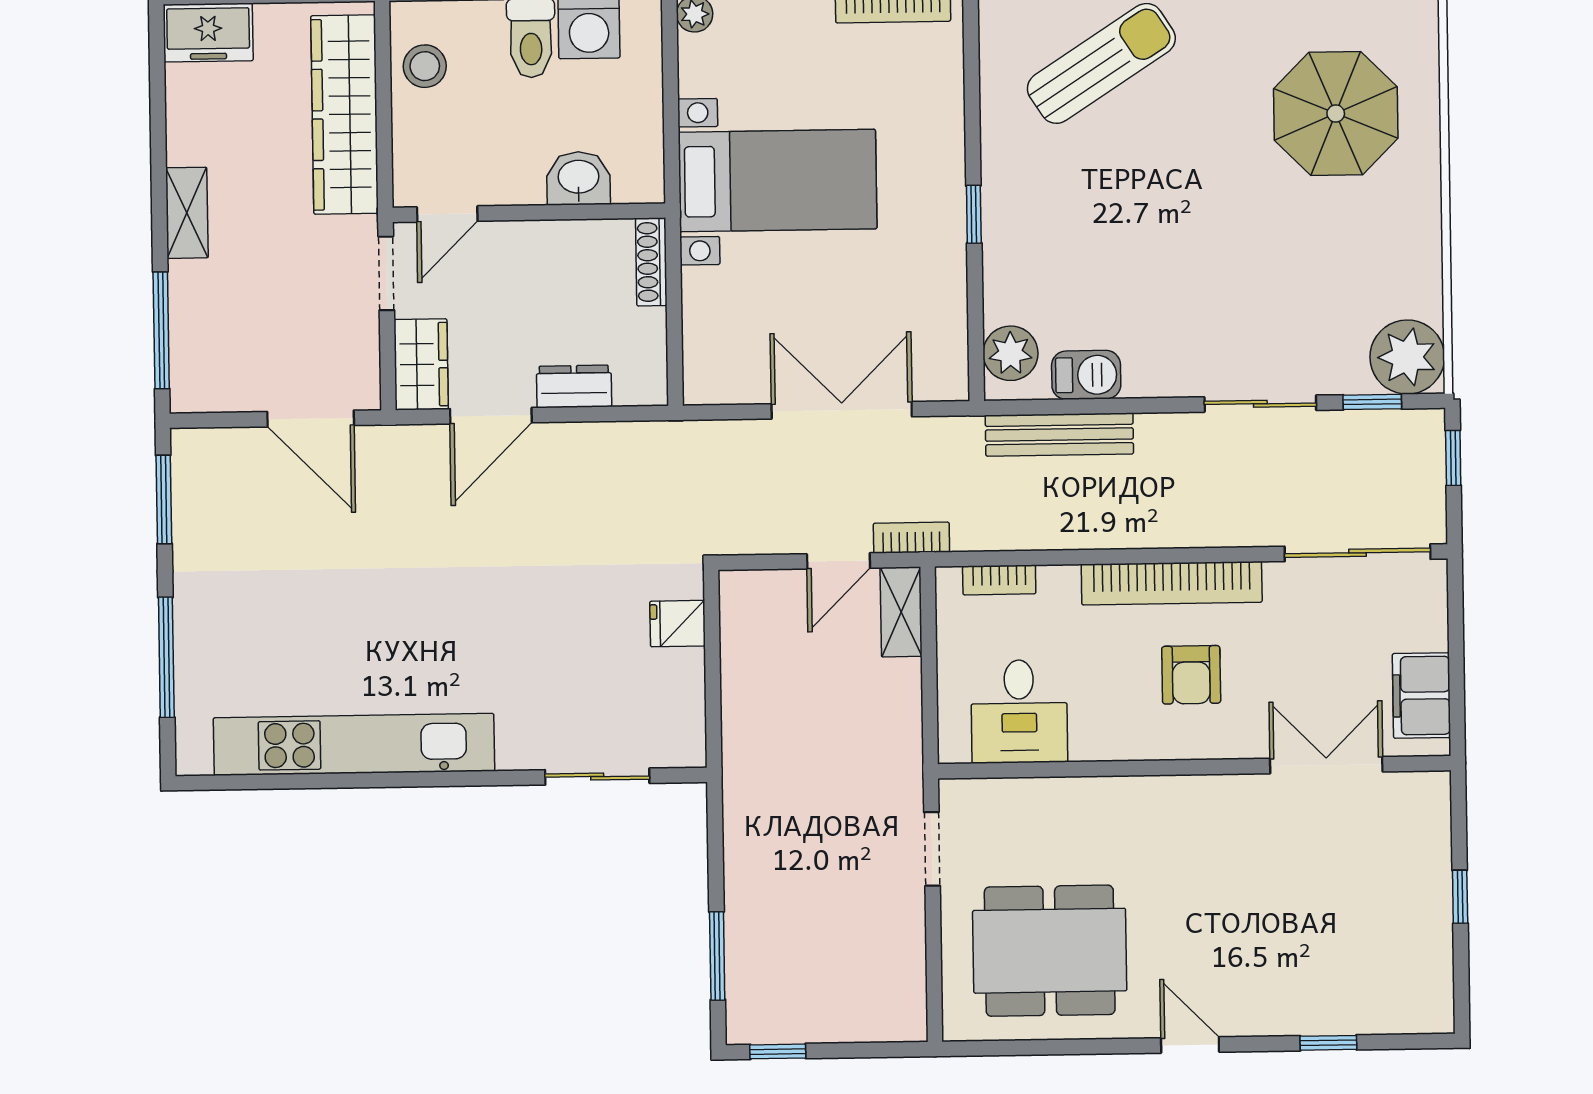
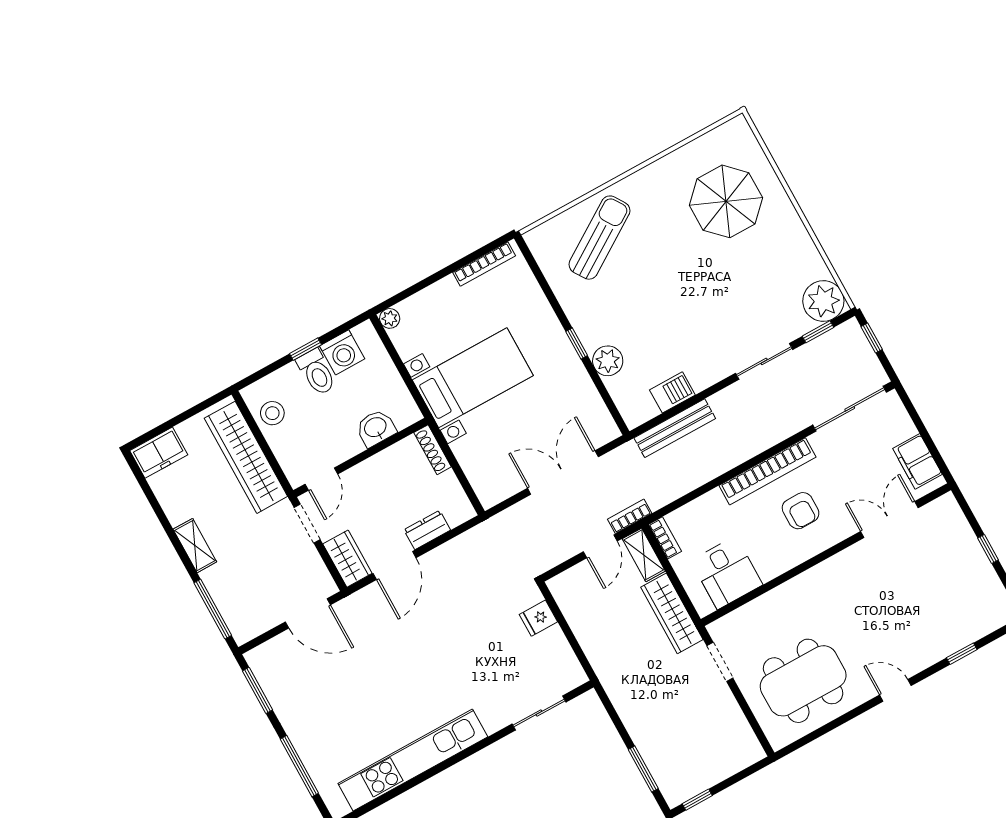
plant: (1010, 353) -> (608, 361), moved
bookcase: (999, 580) -> (665, 538), moved, turned -90
wardrobe: (896, 730) -> (672, 613), added

